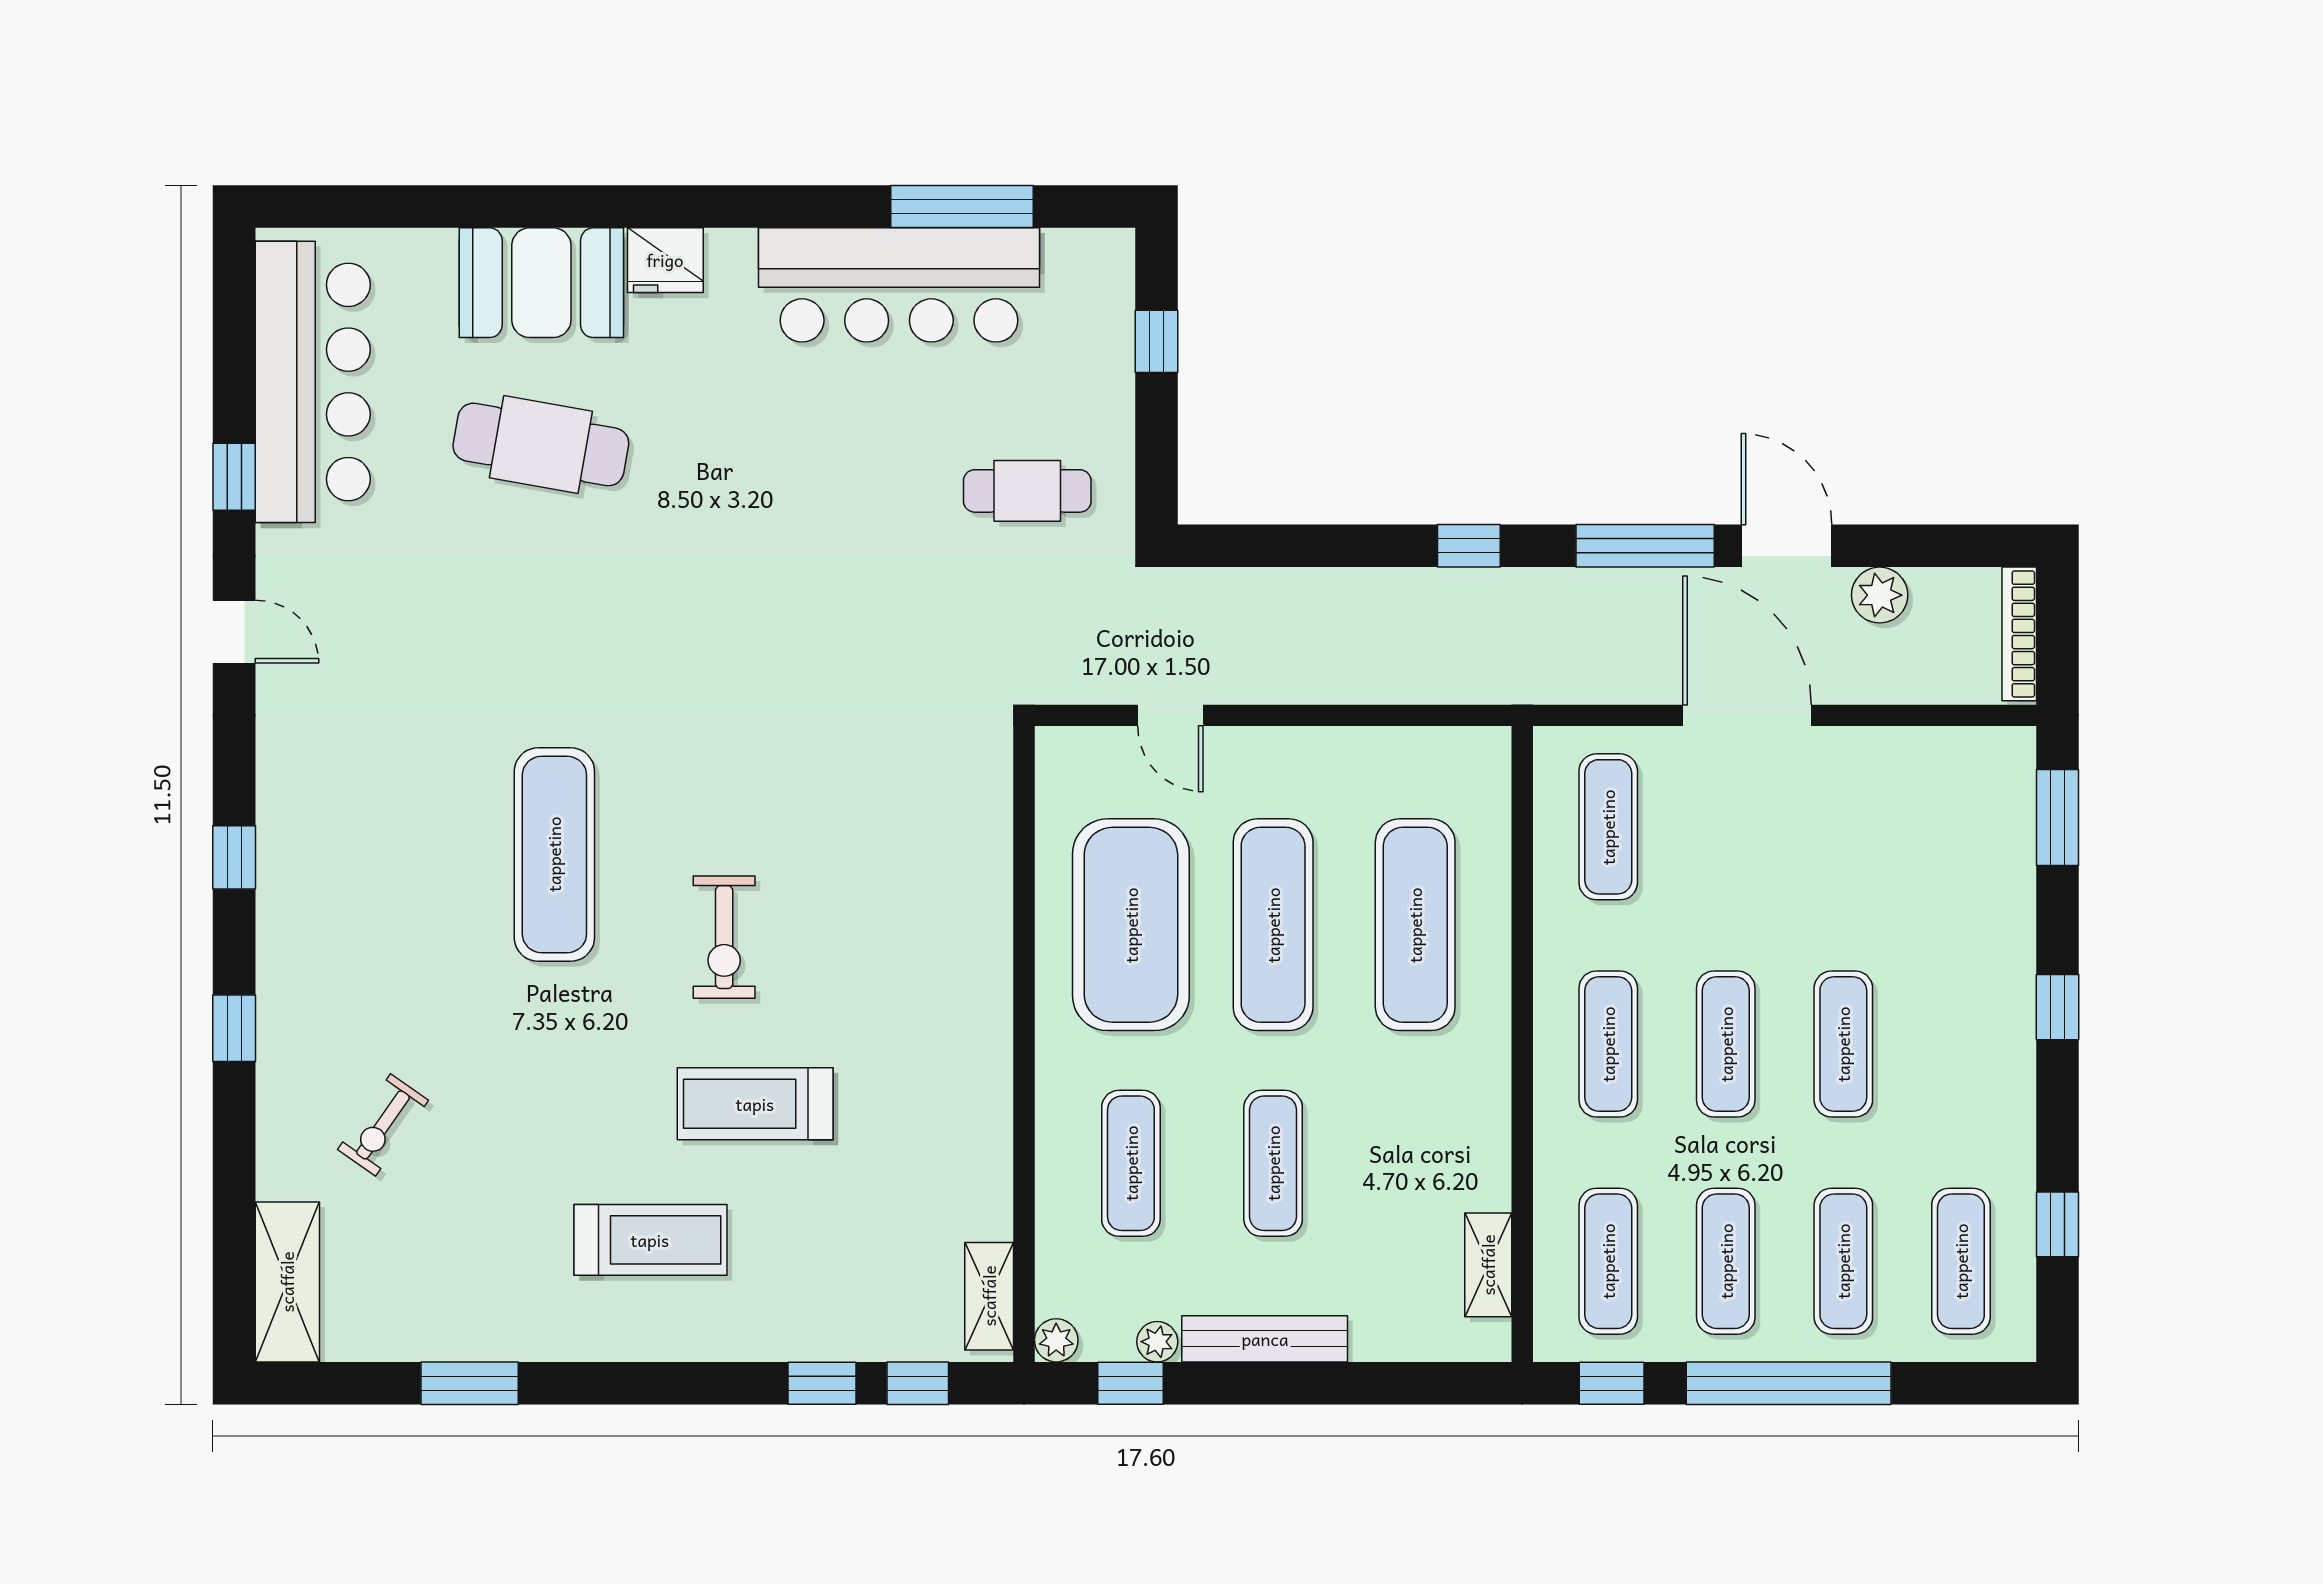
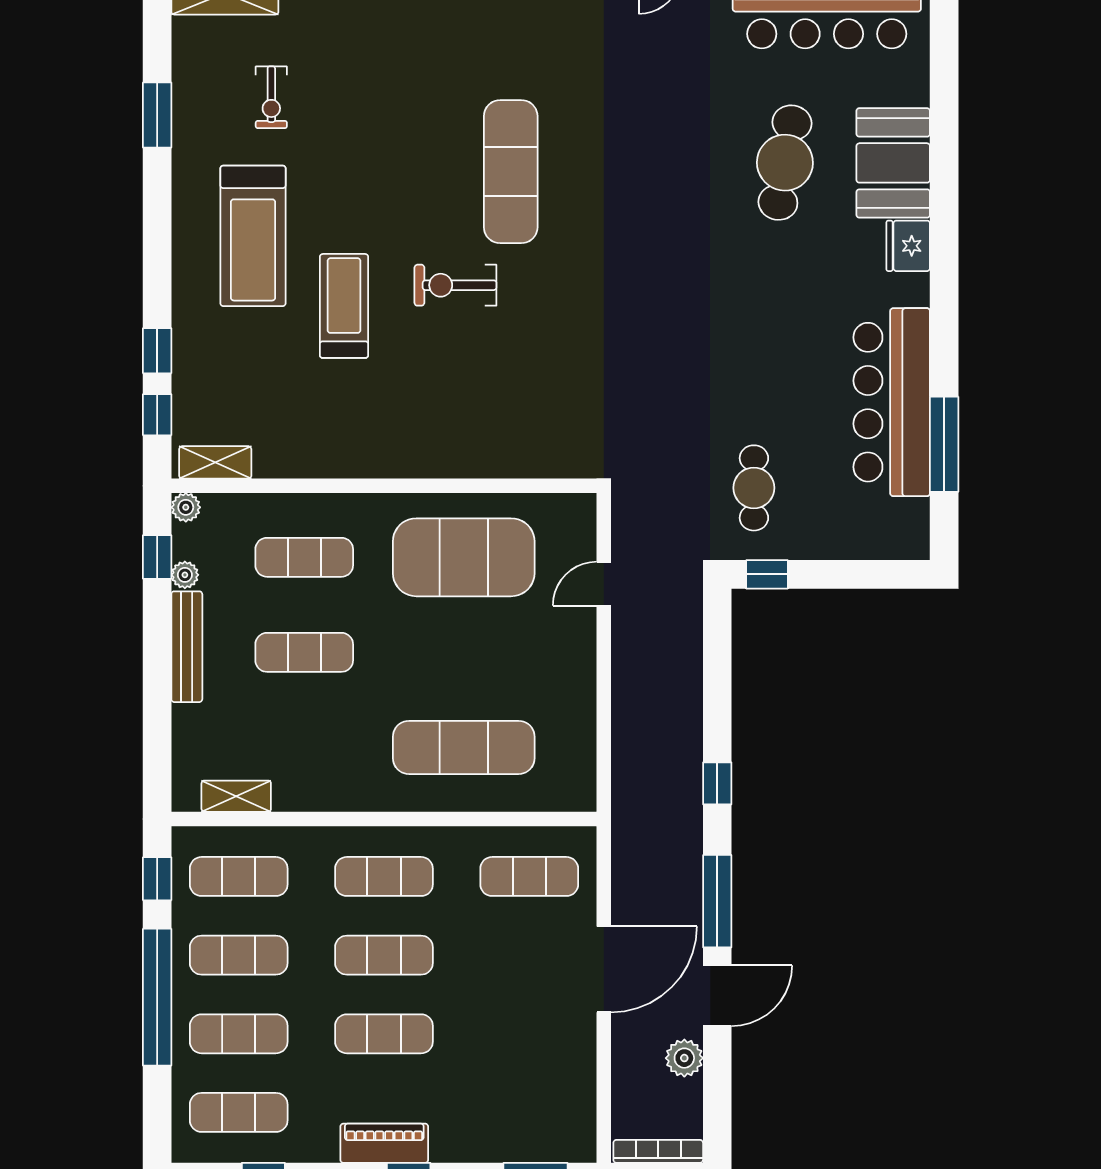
window: (1156, 341) -> (767, 574), moved
exercise mat: (554, 854) -> (511, 172), turned 90
exercise mat: (1273, 925) -> (464, 652), removed
piano: (2007, 1044) -> (384, 1143), added
exercise bike: (383, 1125) -> (271, 97), moved, turned -125
treadmill: (650, 1240) -> (253, 236), width x1.37, depth x1.38

